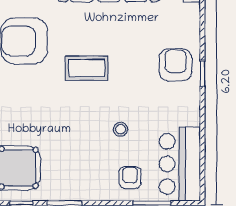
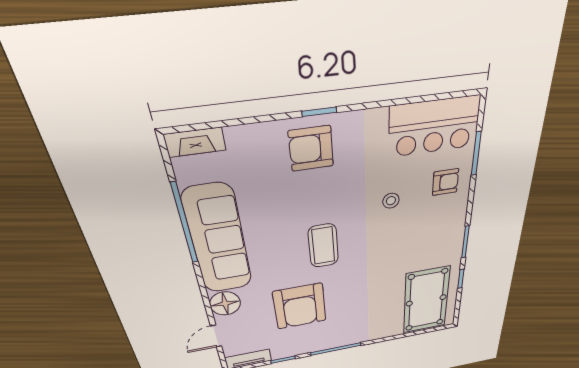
armchair: (130, 178) -> (445, 182), turned 180

